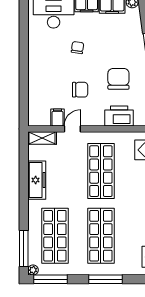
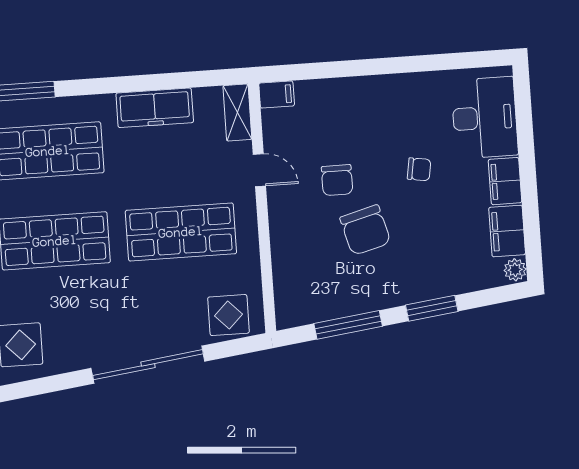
chair: (118, 79) -> (365, 230), moved, turned 75
printer: (119, 116) -> (291, 260), removed
filing cabinet: (58, 117) -> (277, 95), moved

